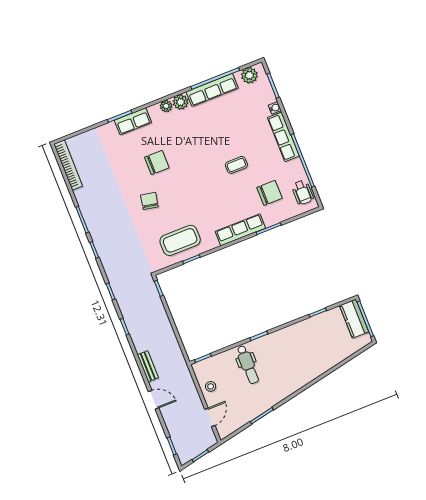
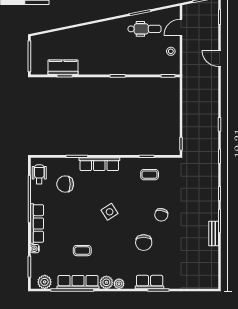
chair: (157, 162) -> (144, 243), turned -90
bookcase: (68, 165) -> (214, 268), removed
coffee table: (236, 165) -> (82, 251), moved
side table: (208, 182) -> (110, 212), added
coffee table: (180, 240) -> (150, 175), width x0.54, depth x0.58
kitchen counter: (354, 319) -> (63, 67), moved, turned -90
dental chair: (248, 365) -> (144, 29), moved, turned 90
bench: (148, 366) -> (214, 234), moved

